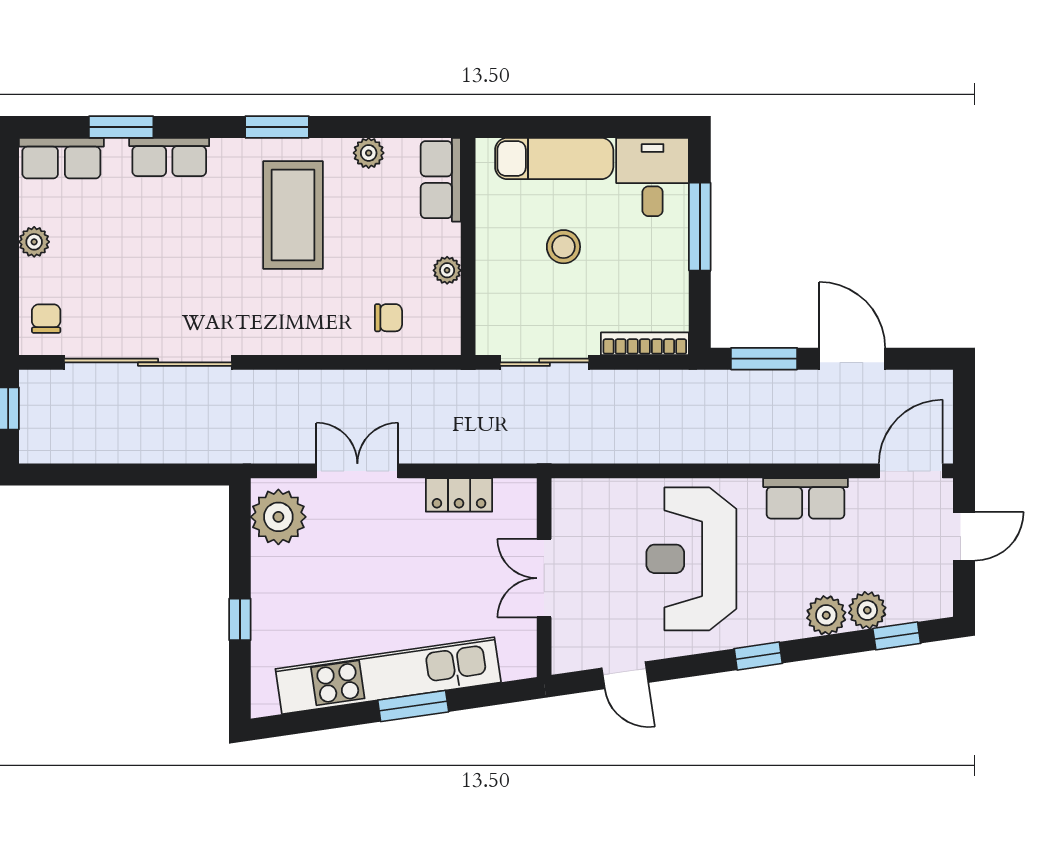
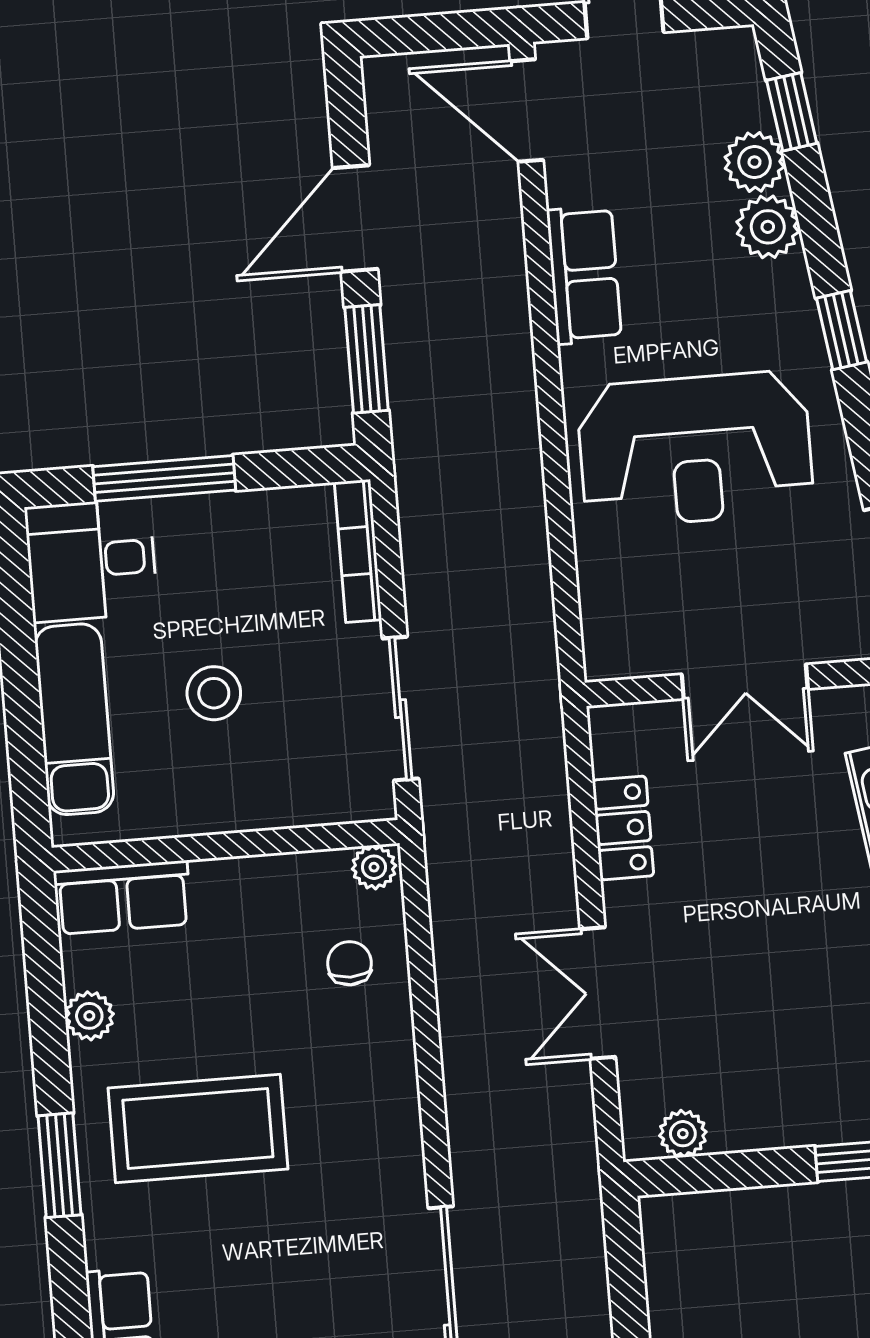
plant: (447, 270) -> (374, 867), moved
plant: (278, 517) -> (683, 1134), width x0.53, depth x0.53

